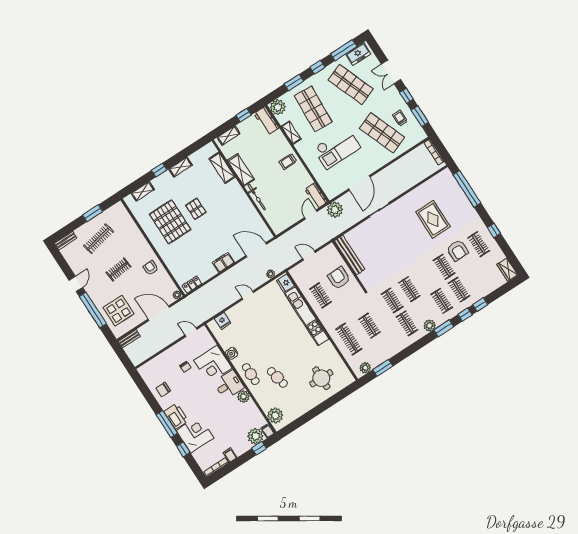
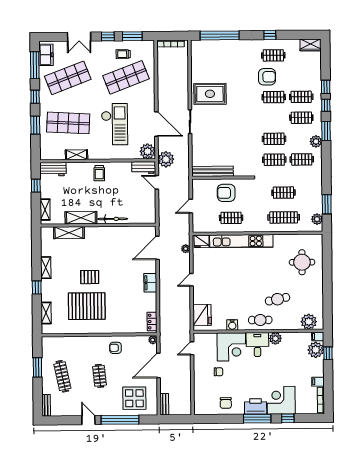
plant: (278, 107) -> (148, 151), moved
rug: (433, 219) -> (210, 94), moved
fridge: (223, 321) -> (202, 315), width x1.88, depth x1.34

